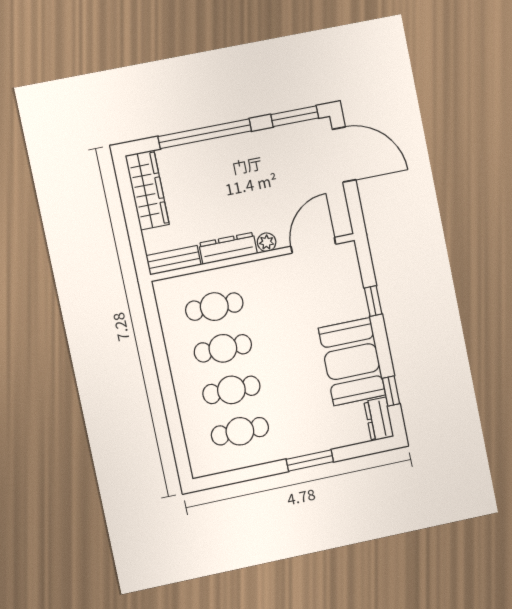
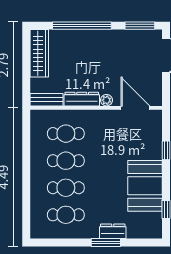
door: (313, 245) -> (135, 108), hinge flipped
dresser: (379, 419) -> (113, 231), moved, turned 90

